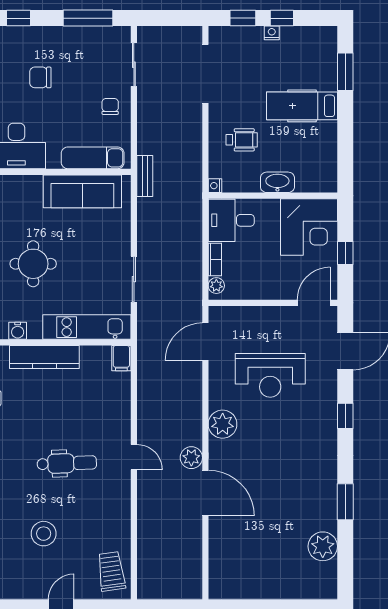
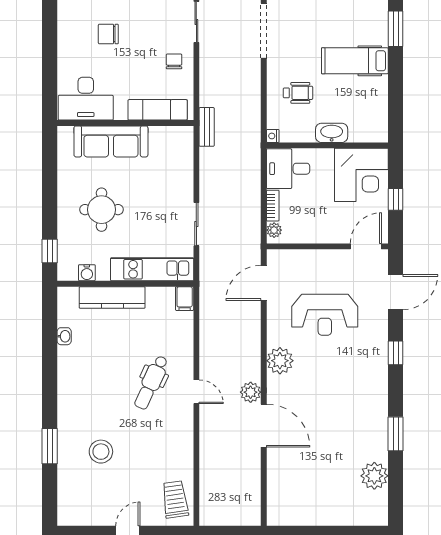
sofa: (82, 191) -> (111, 141), moved
dental chair: (67, 463) -> (151, 382), moved, turned 117
stool: (44, 534) -> (101, 452), moved

